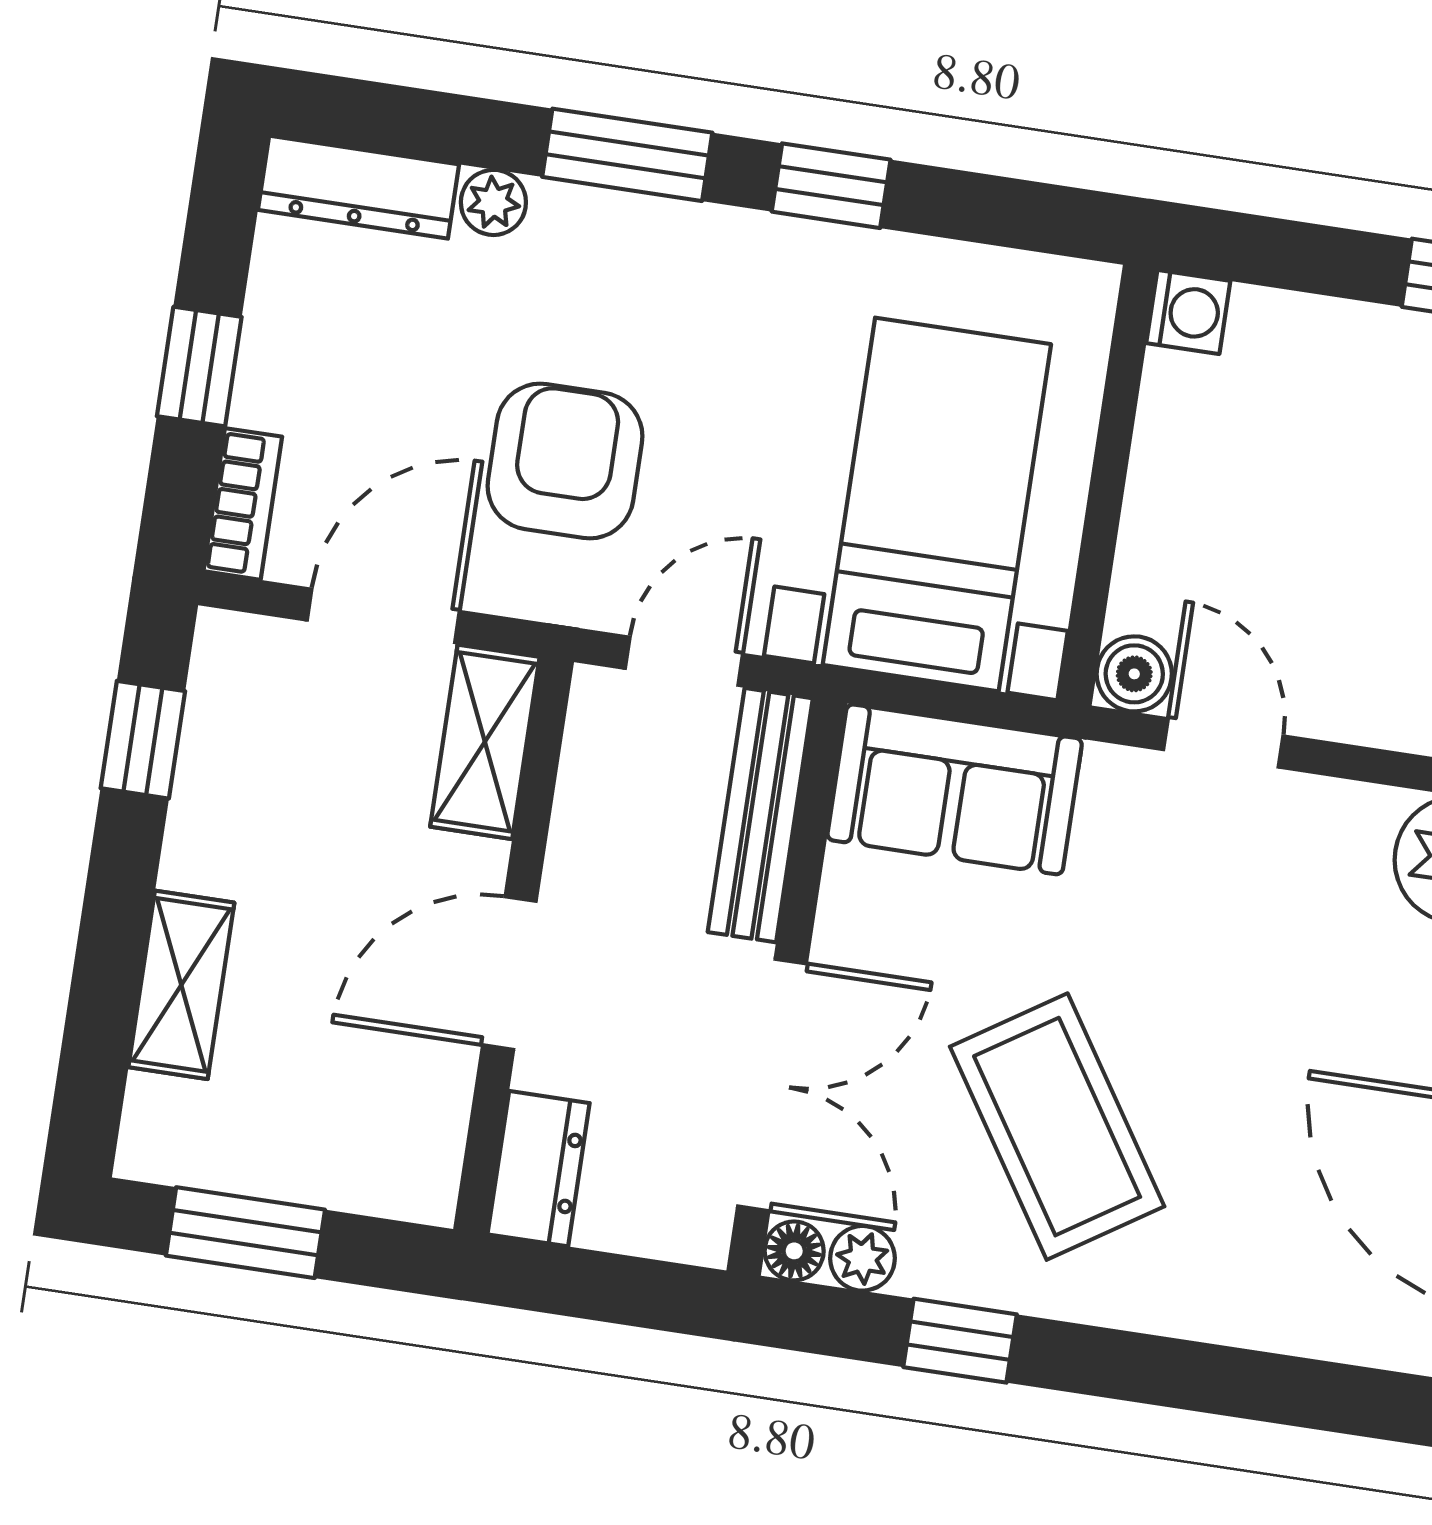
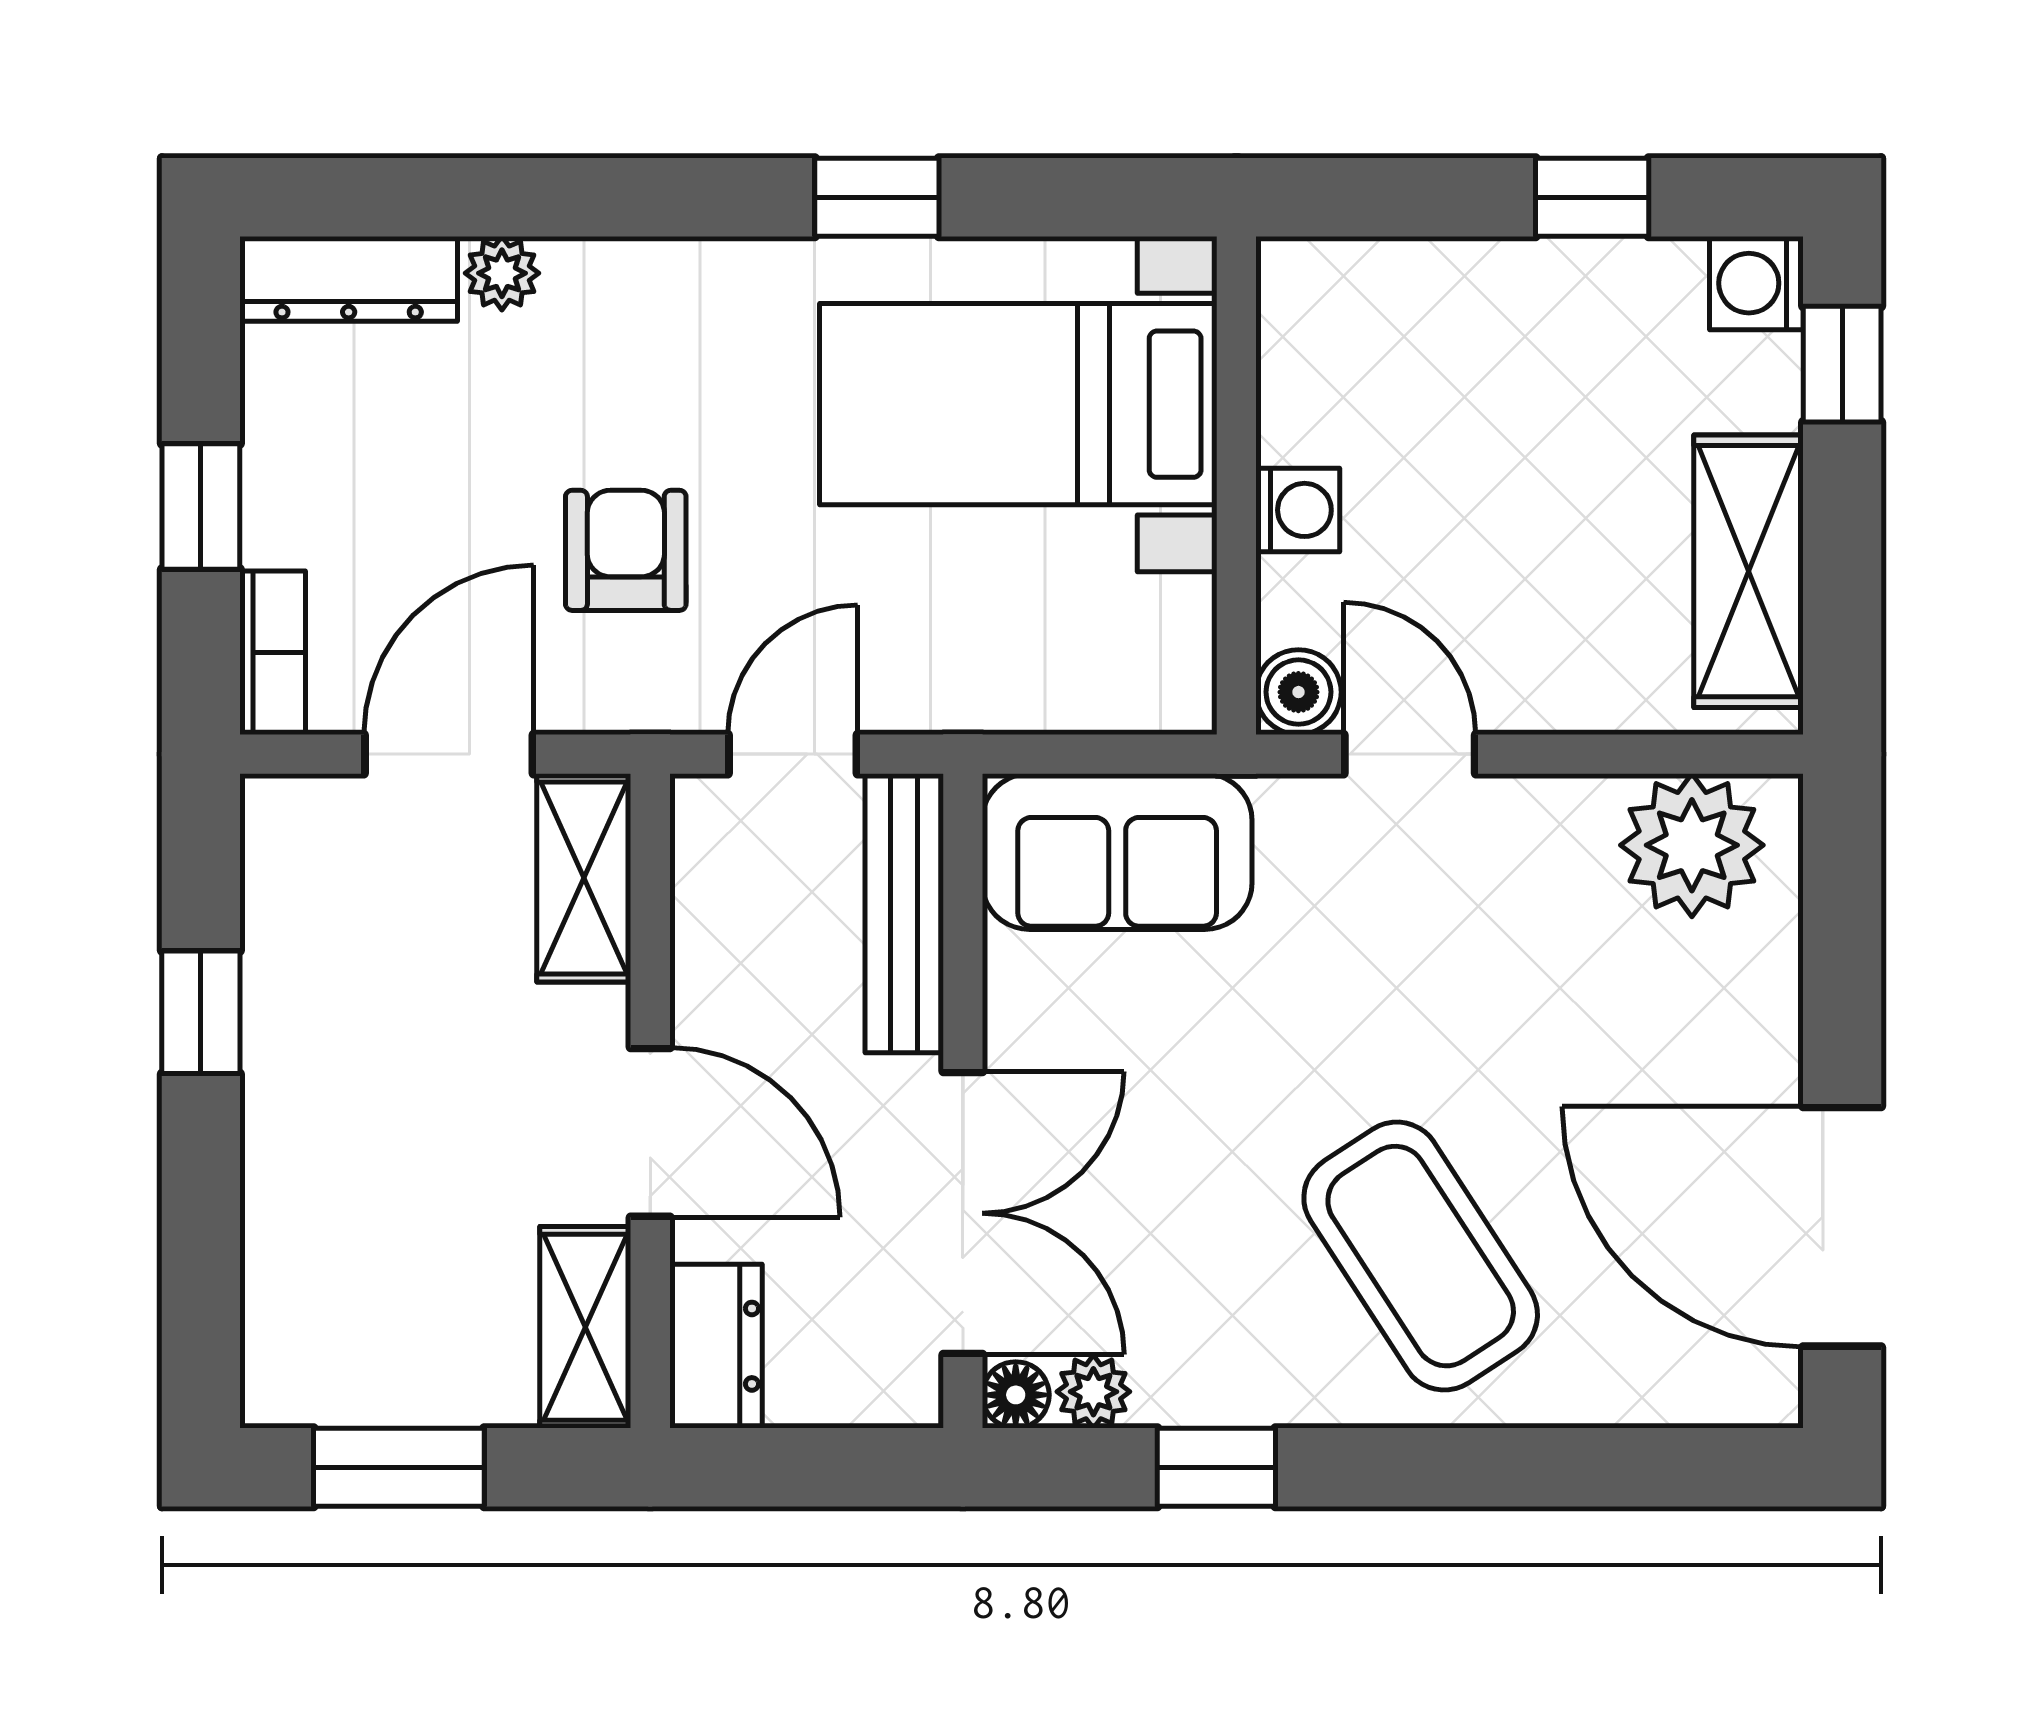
window: (627, 155) -> (644, 197), removed
washing machine: (1188, 312) -> (1298, 510), moved
armchair: (565, 461) -> (626, 550), width x0.72, depth x0.72
bed with nightstands: (937, 504) -> (1018, 404), moved, turned -90
window: (143, 740) -> (201, 1012), moved
door: (509, 973) -> (650, 1132), swing flipped
shelving: (181, 985) -> (585, 1327), moved
coffee table: (1057, 1127) -> (1421, 1256), moved

